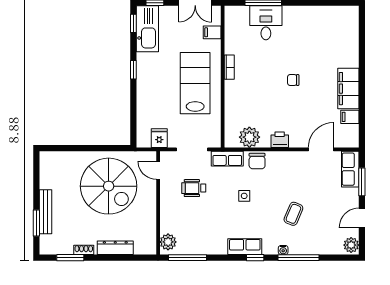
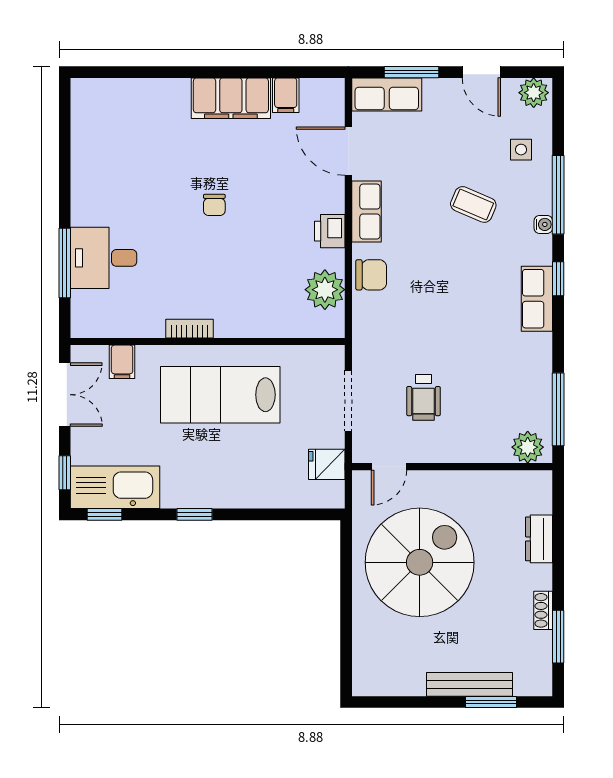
row of seats: (227, 159) -> (366, 212), moved
side table: (244, 196) -> (521, 150), moved
dresser: (115, 248) -> (539, 539), width x0.70

